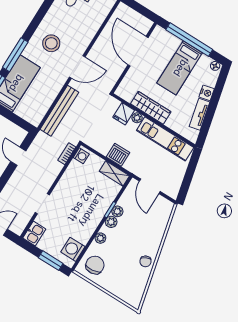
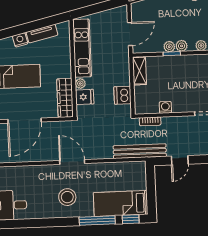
wardrobe: (151, 108) -> (65, 98), moved
bench: (59, 111) -> (140, 151), moved
dishwasher: (118, 155) -> (123, 95), moved
washing machine: (81, 156) -> (165, 107), moved

